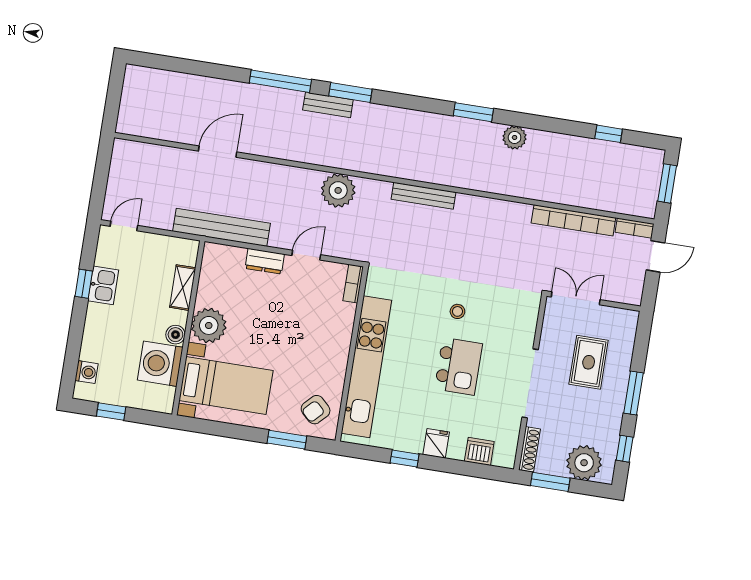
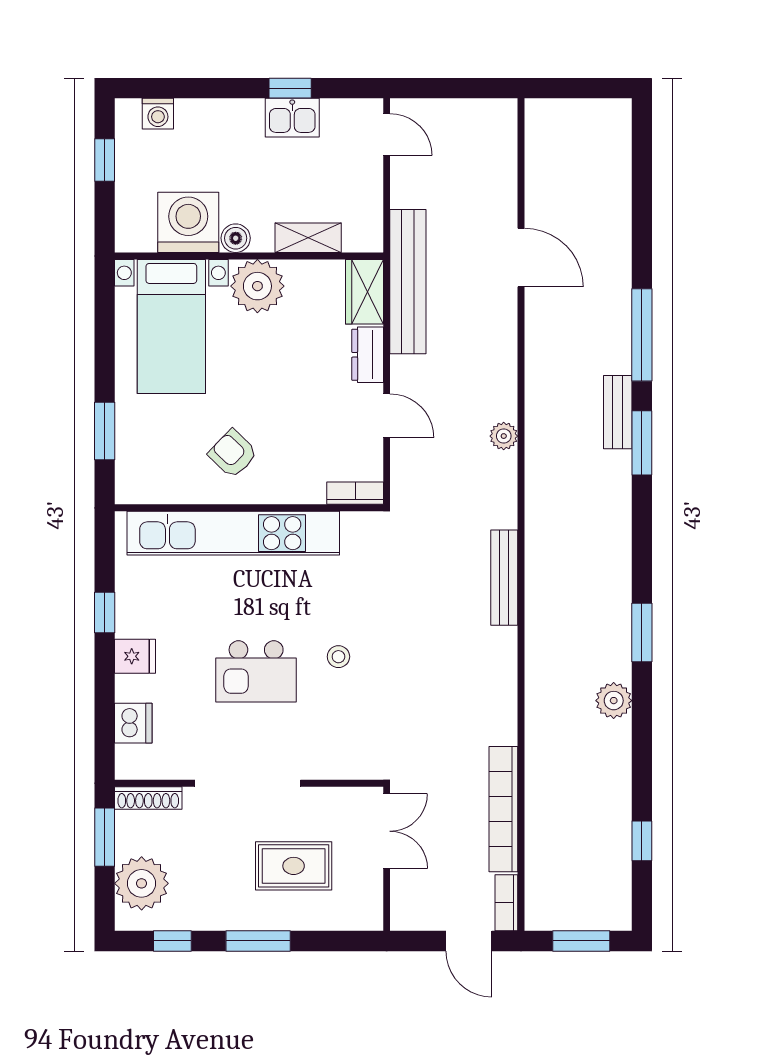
plant: (338, 190) -> (504, 436), width x0.53, depth x0.53
wardrobe: (224, 257) -> (364, 292), added
armchair: (316, 410) -> (233, 454), moved

